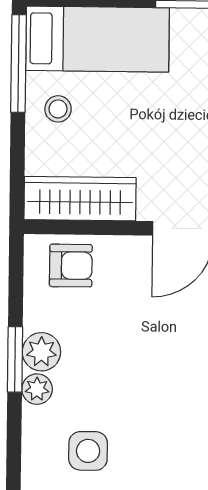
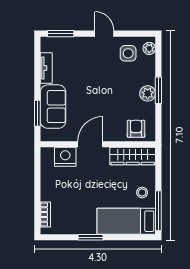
armchair: (71, 266) -> (136, 129), turned 90
plant: (37, 389) -> (149, 48), moved

